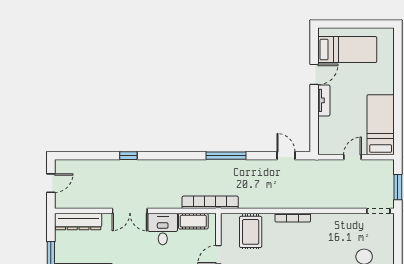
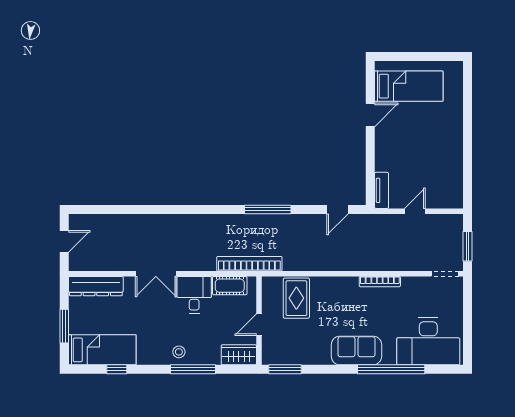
tv unit: (324, 100) -> (381, 190), moved
bed: (381, 125) -> (447, 174), removed
window: (128, 156) -> (154, 209), removed
door: (286, 156) -> (337, 209), swing flipped
bookcase: (293, 218) -> (380, 282), moved

